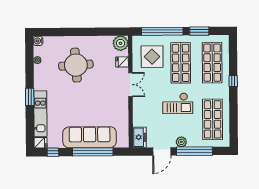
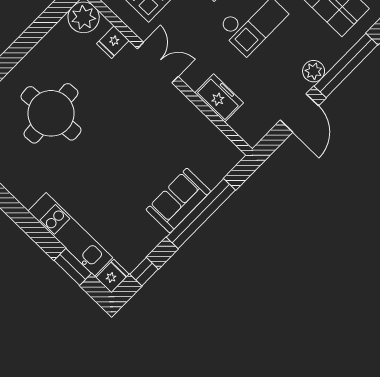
window: (30, 97) -> (73, 267), moved
sofa: (90, 137) -> (178, 200), width x0.54, depth x0.79
freezer: (140, 137) -> (219, 98), moved

